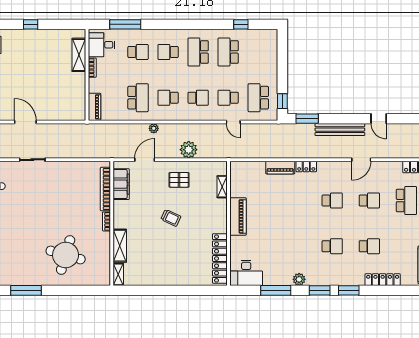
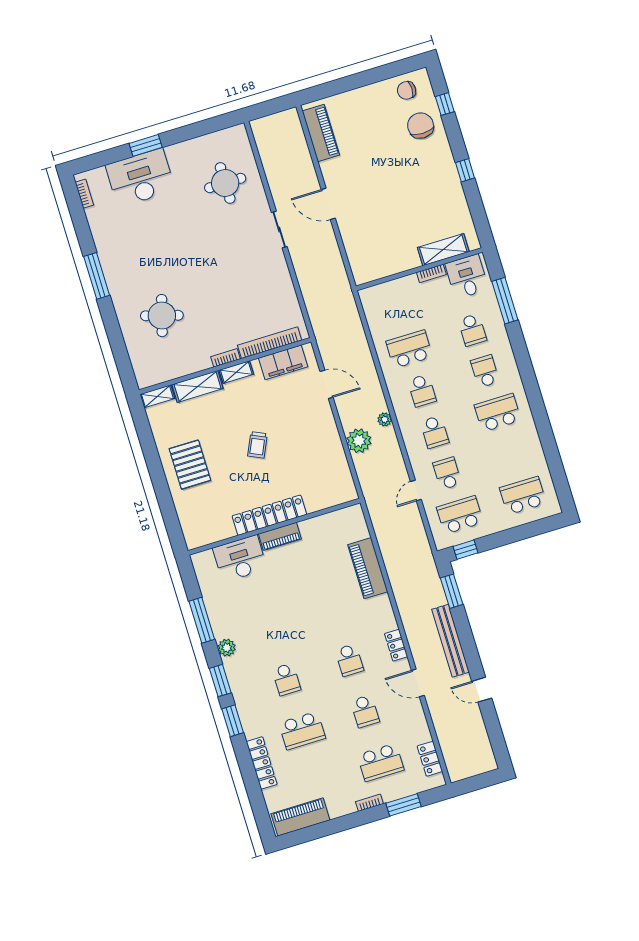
window: (241, 24) -> (554, 460), removed
school desk: (228, 52) -> (523, 496), moved
school desk: (138, 98) -> (409, 349), turned 180
school desk: (168, 98) -> (422, 391), turned 180
piano: (95, 107) -> (378, 293), removed
door: (379, 119) -> (482, 690), hinge flipped
door: (25, 122) -> (328, 204), swing flipped
plant: (154, 128) -> (385, 419), moved
locker: (306, 166) -> (396, 645), moved
piano: (280, 168) -> (368, 568), width x1.37, depth x1.33
pallet: (179, 180) -> (190, 465), moved, width x1.50, depth x1.42
shelving: (222, 187) -> (236, 372), moved
piano: (238, 216) -> (280, 536), width x0.73, depth x0.75
school desk: (369, 246) -> (302, 730), width x1.85
round table: (66, 255) -> (162, 316), width x0.73, depth x0.73
locker: (220, 258) -> (269, 515), moved
desk: (246, 273) -> (240, 559), moved, turned 90

